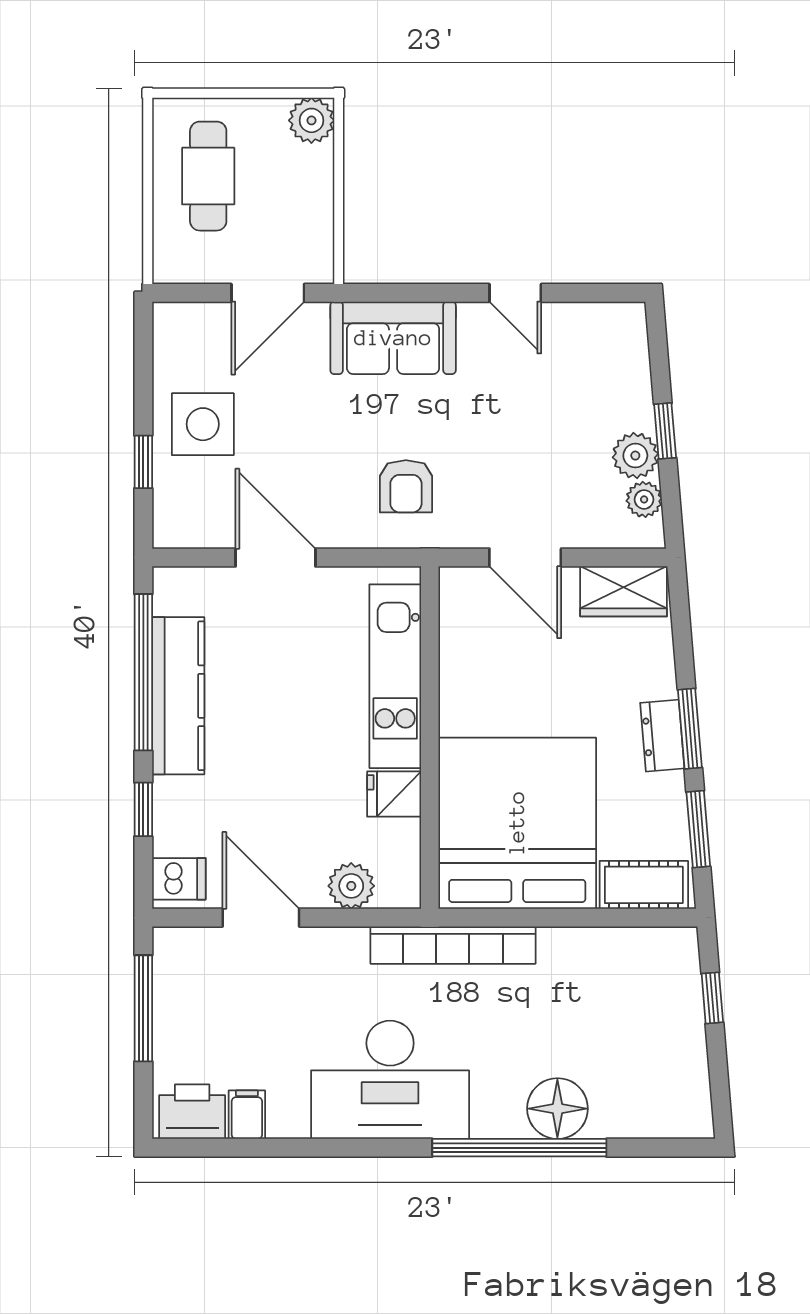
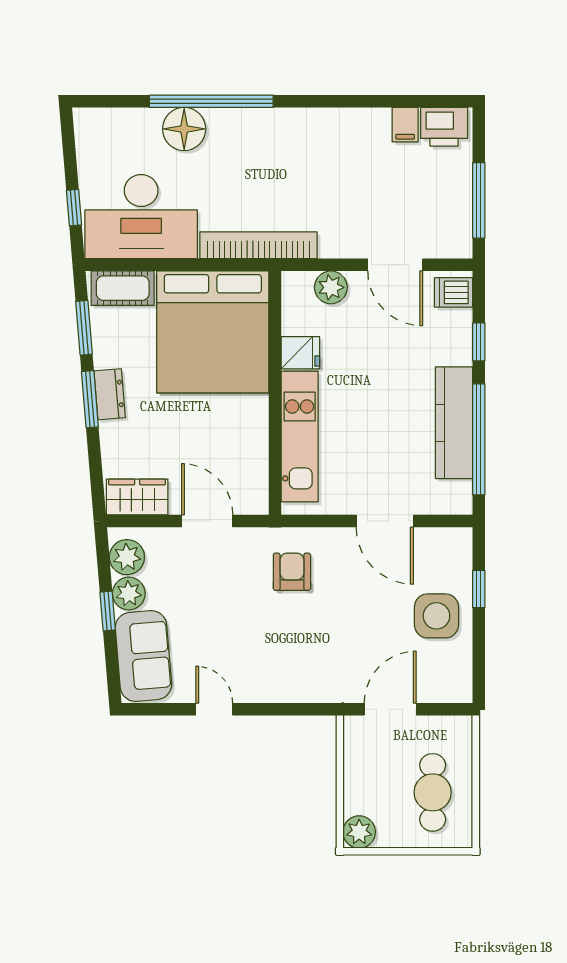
sofa: (393, 338) -> (143, 656), moved, turned 85
plant: (644, 499) -> (127, 557), width x1.38, depth x1.38
desk: (390, 1080) -> (141, 217), moved, turned 180

